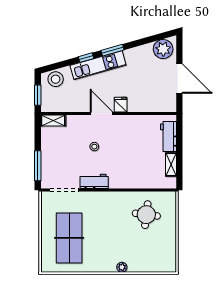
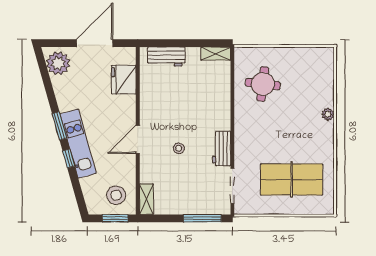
stool: (56, 79) -> (116, 195), moved
fridge: (121, 105) -> (124, 80), moved, width x1.88, depth x1.34
shelving: (171, 165) -> (216, 54), moved

